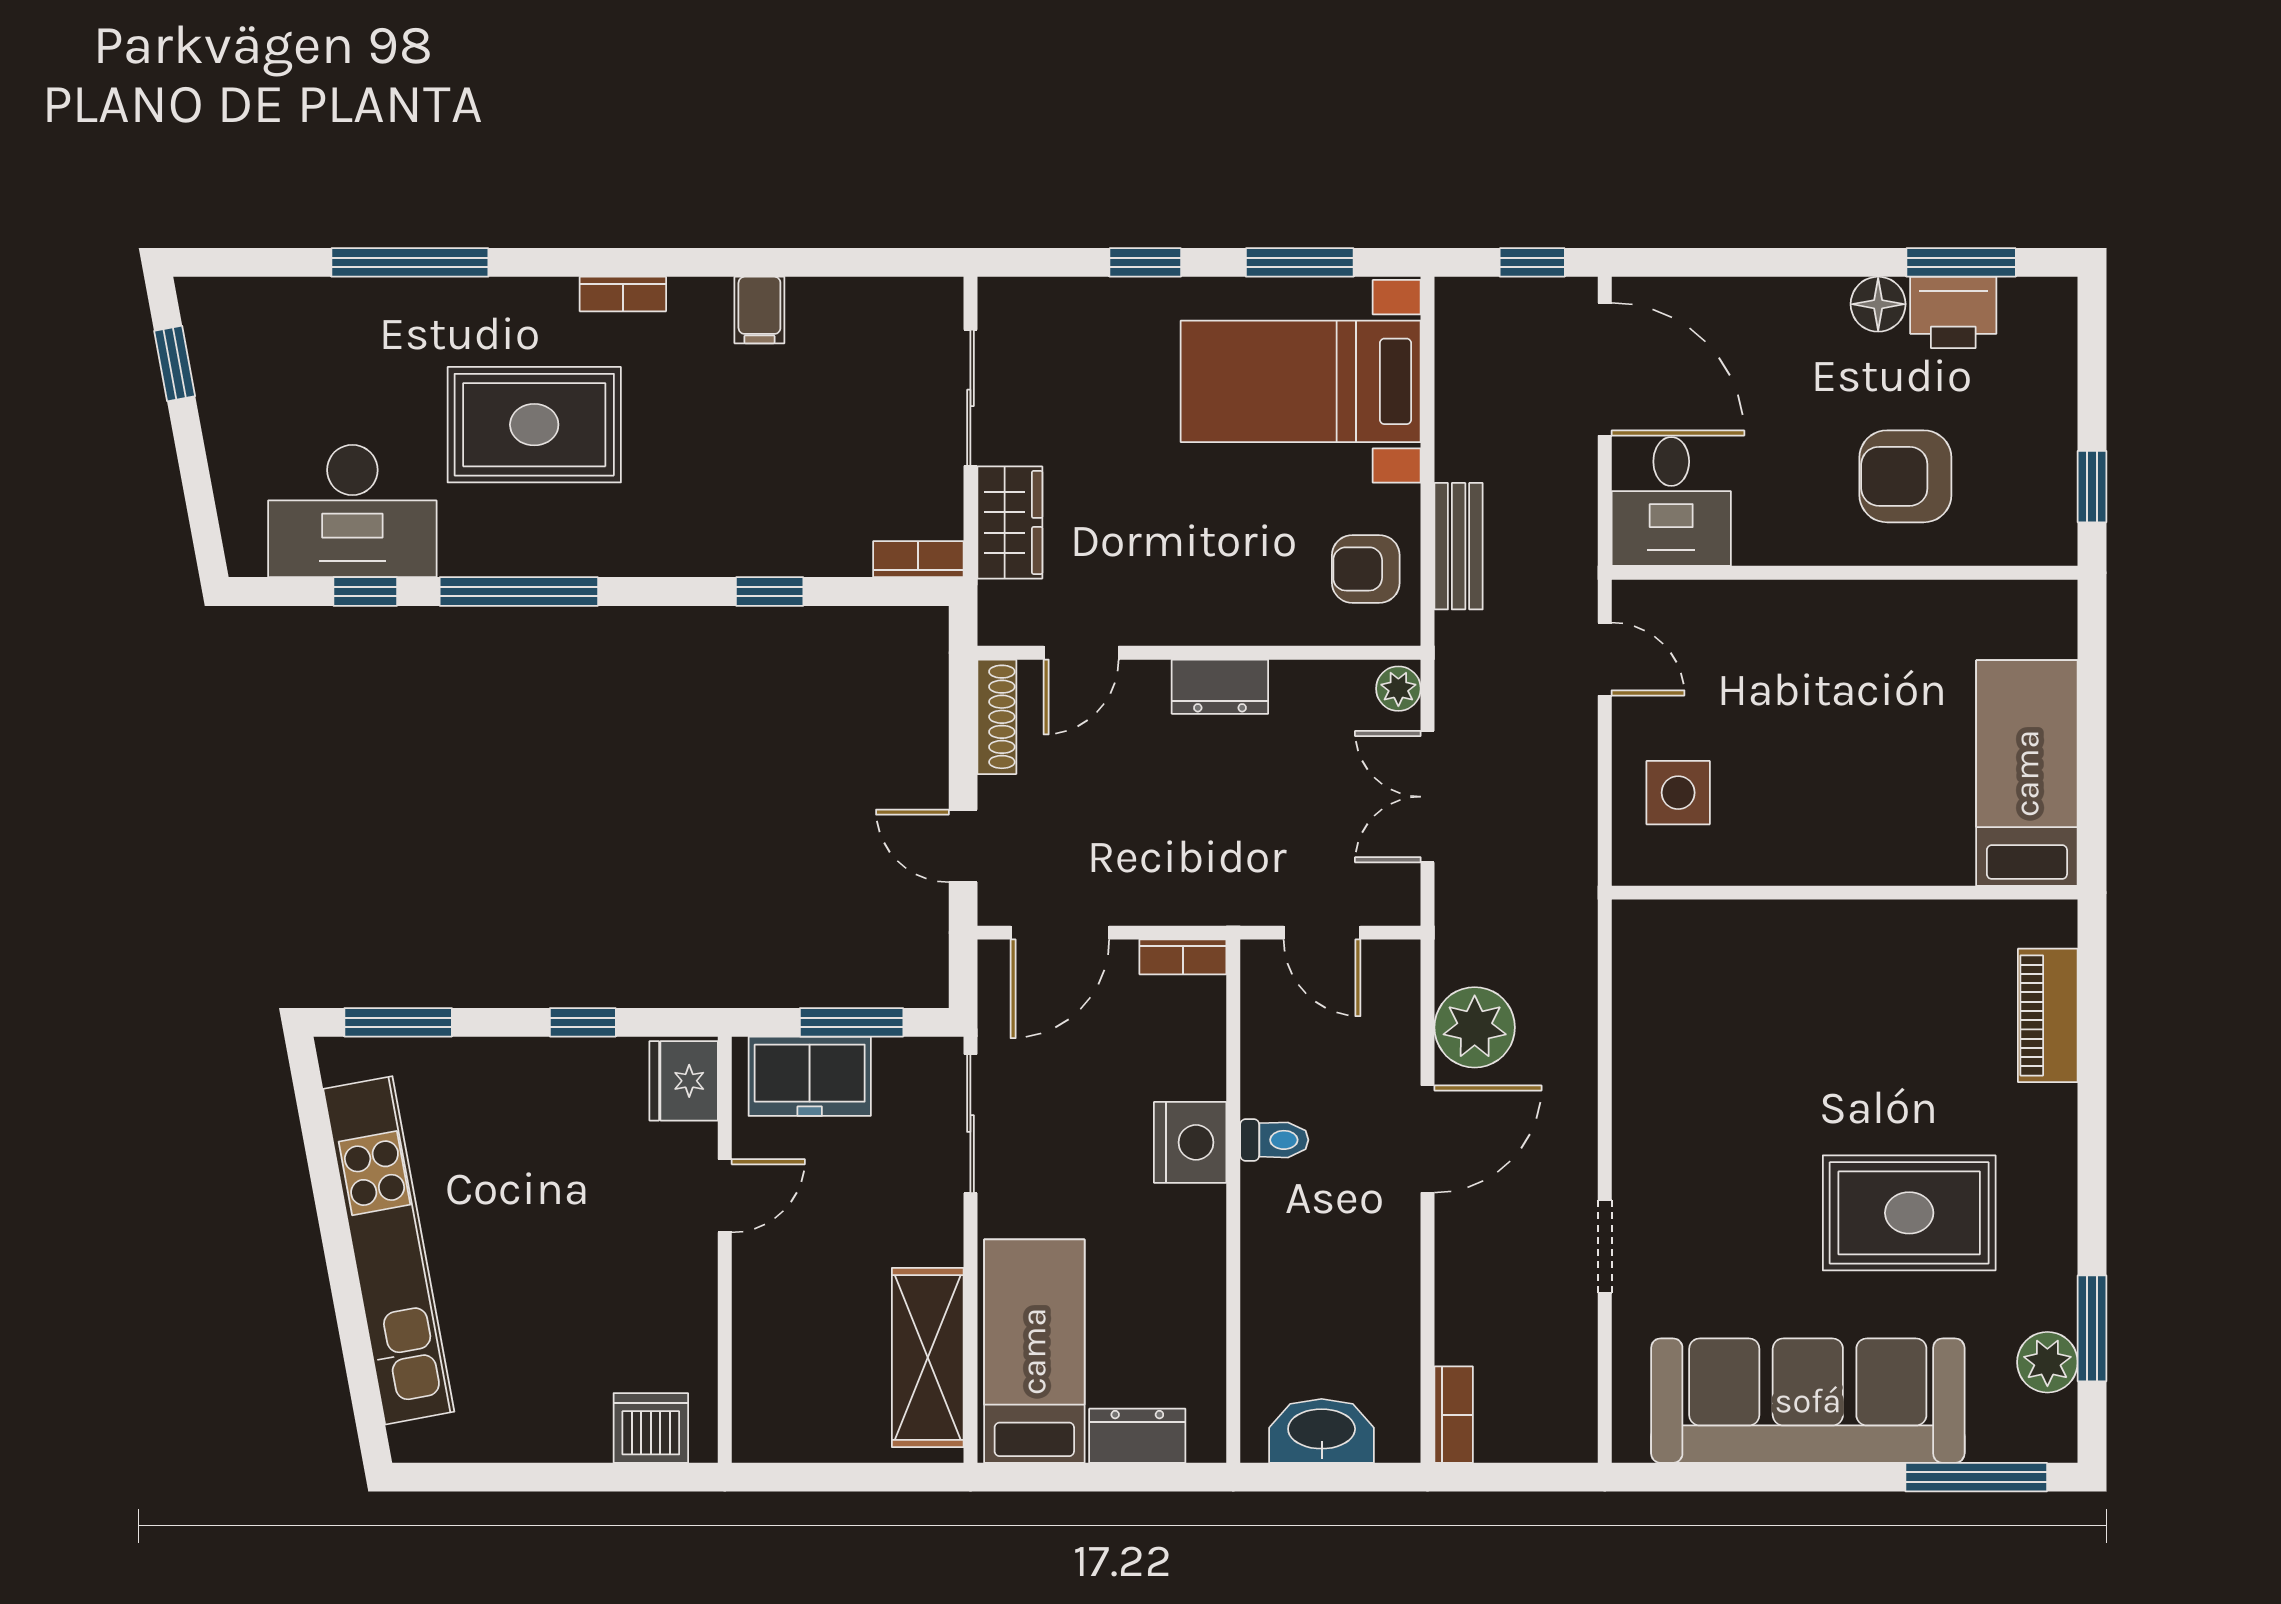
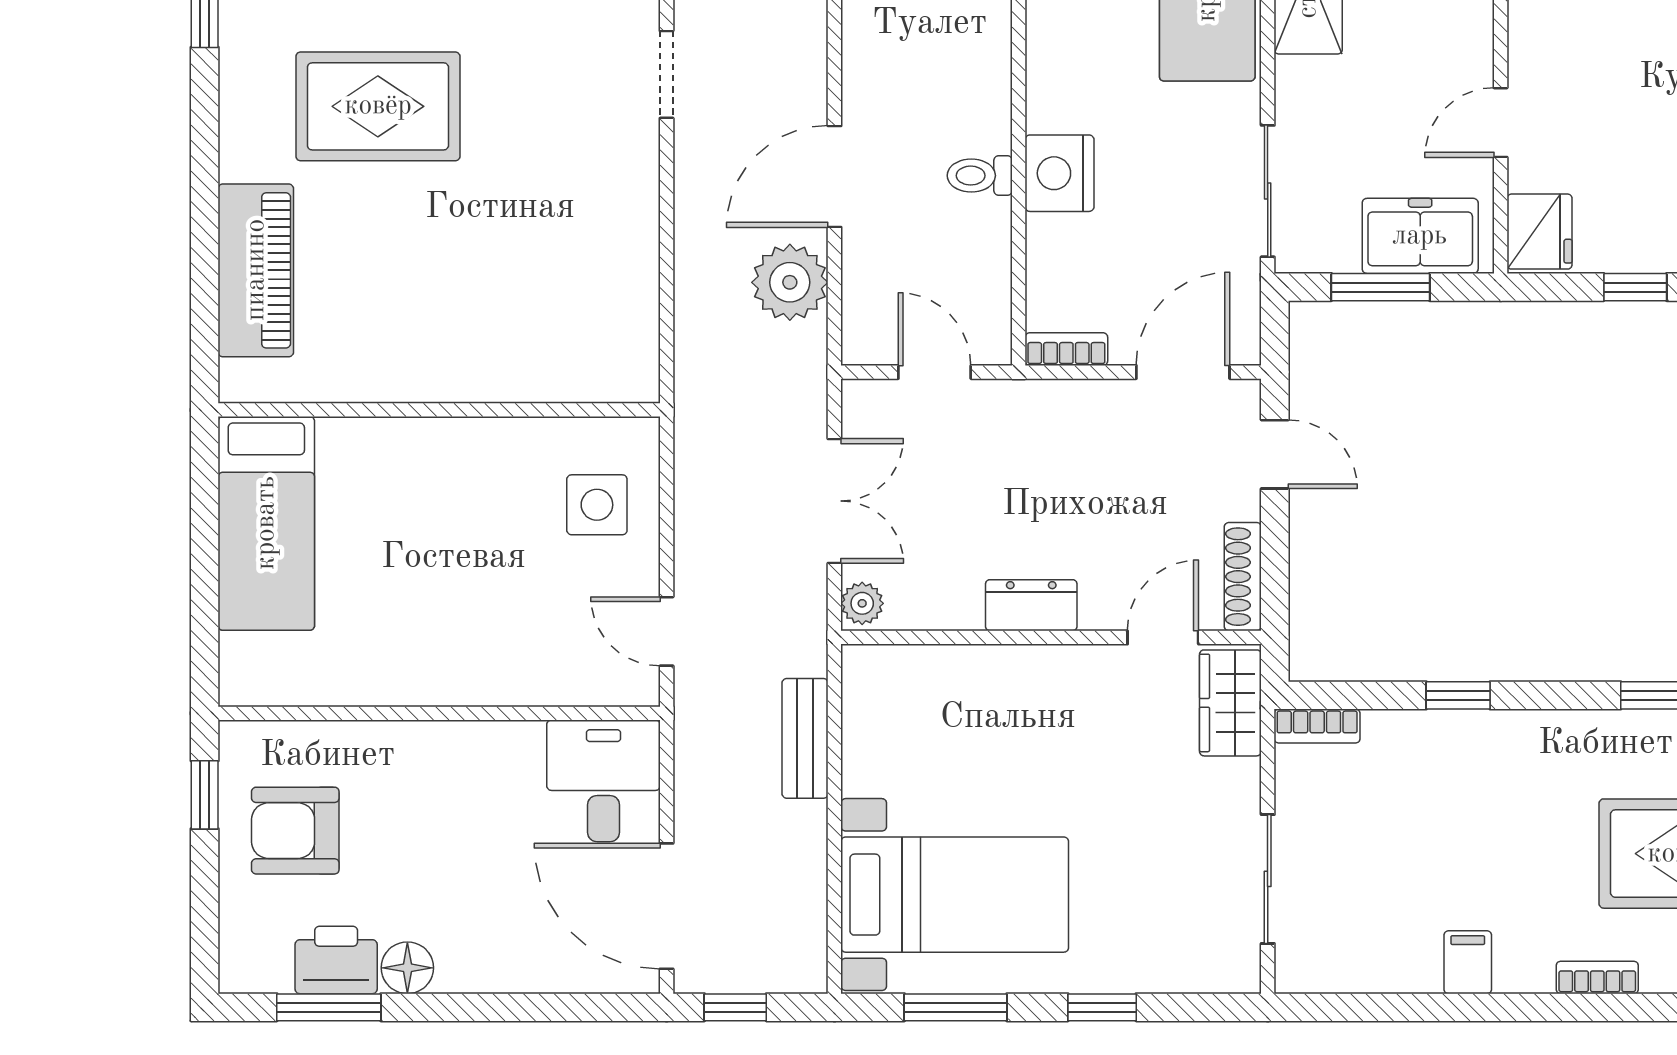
armchair: (1905, 476) -> (295, 831), moved, turned 180
wardrobe: (1010, 522) -> (1230, 703), moved
armchair: (1366, 569) -> (893, 717), removed
piano: (2048, 1015) -> (256, 270), width x1.37, depth x1.33

